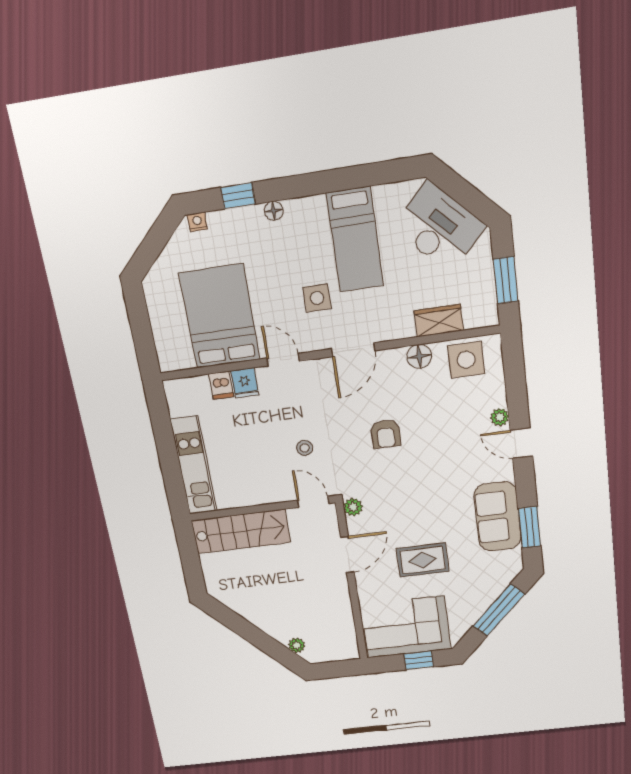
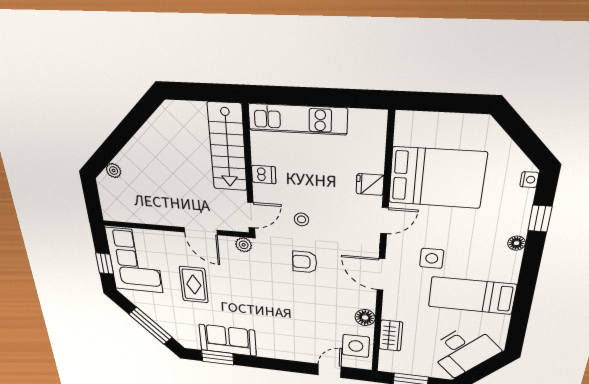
dishwasher: (221, 385) -> (264, 175), moved, turned 180
plant: (500, 417) -> (307, 357), removed
armchair: (386, 434) -> (305, 262), moved
door: (521, 443) -> (330, 371), moved

